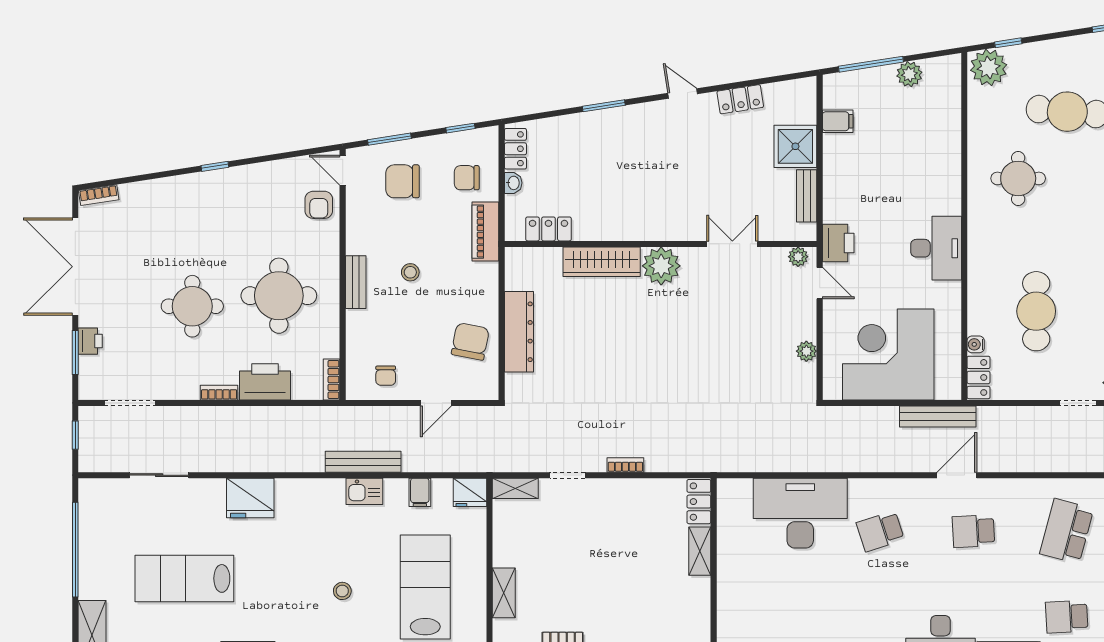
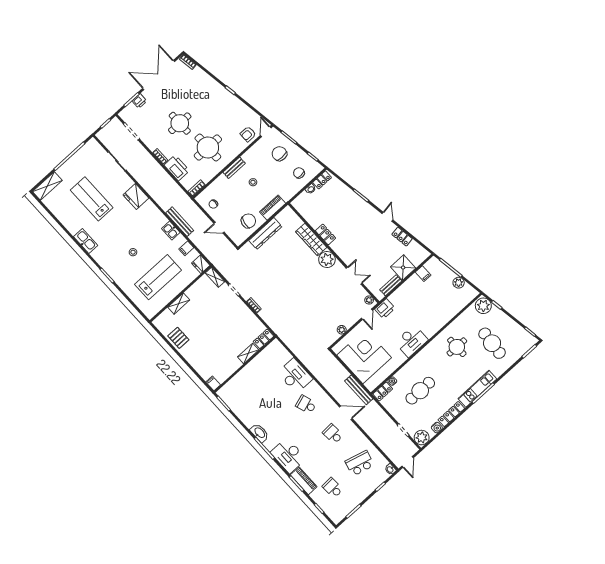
locker: (548, 229) -> (325, 234), moved
piano: (485, 232) -> (273, 208), moved
desk: (800, 513) -> (295, 376), width x0.73, depth x0.77

